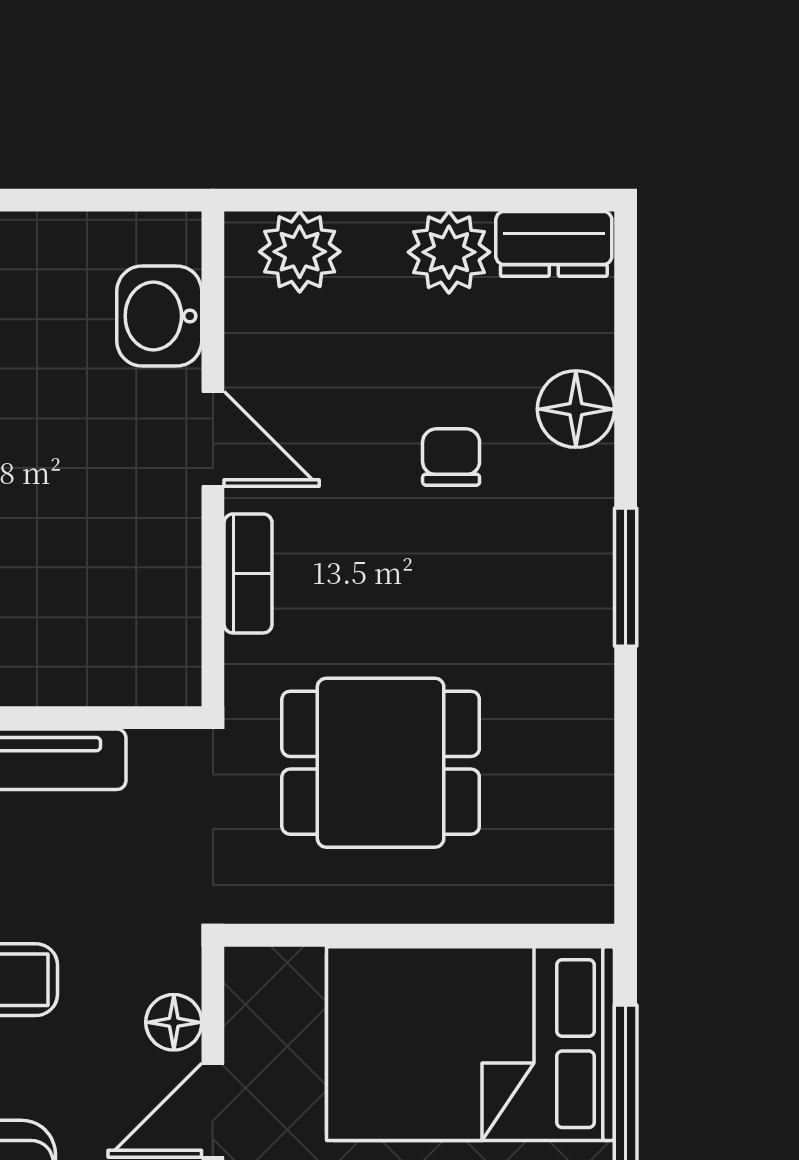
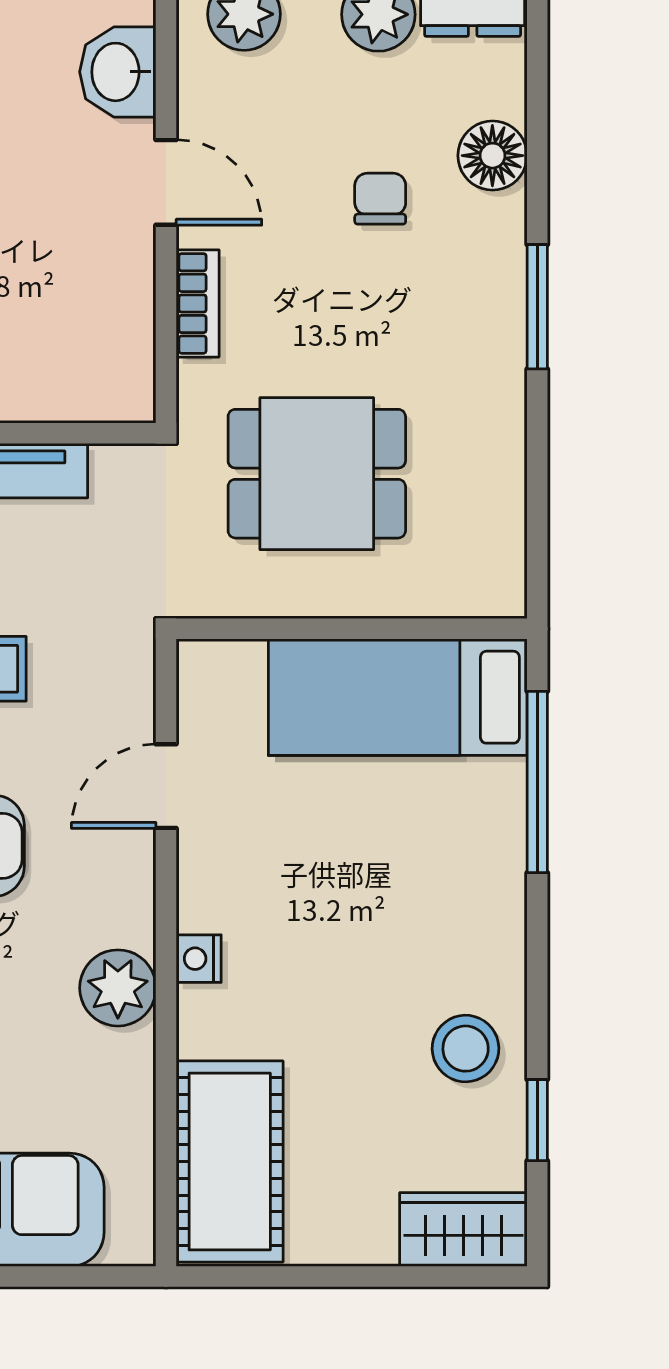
floor lamp: (174, 1022) -> (131, 707), removed
bed: (470, 1044) -> (398, 697), width x0.67

